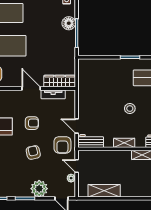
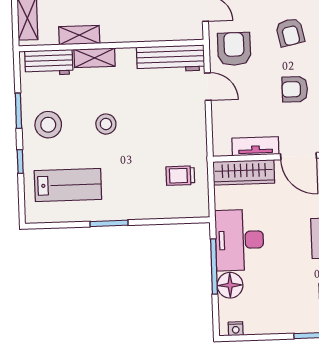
desk: (63, 46) -> (239, 240), added
trolley: (92, 81) -> (180, 176), added
workbench: (91, 141) -> (171, 59), width x1.38
shelving: (124, 143) -> (95, 58), moved

